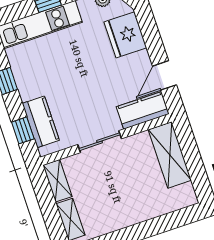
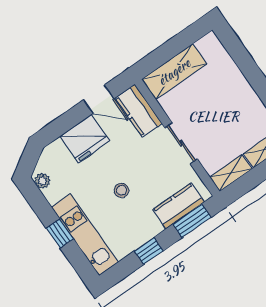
fridge: (125, 35) -> (85, 139), moved
stool: (71, 72) -> (122, 190), added
window: (23, 130) -> (192, 221), width x1.50

